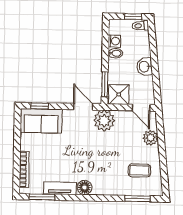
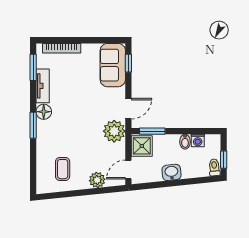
window: (137, 199) -> (33, 125), moved

